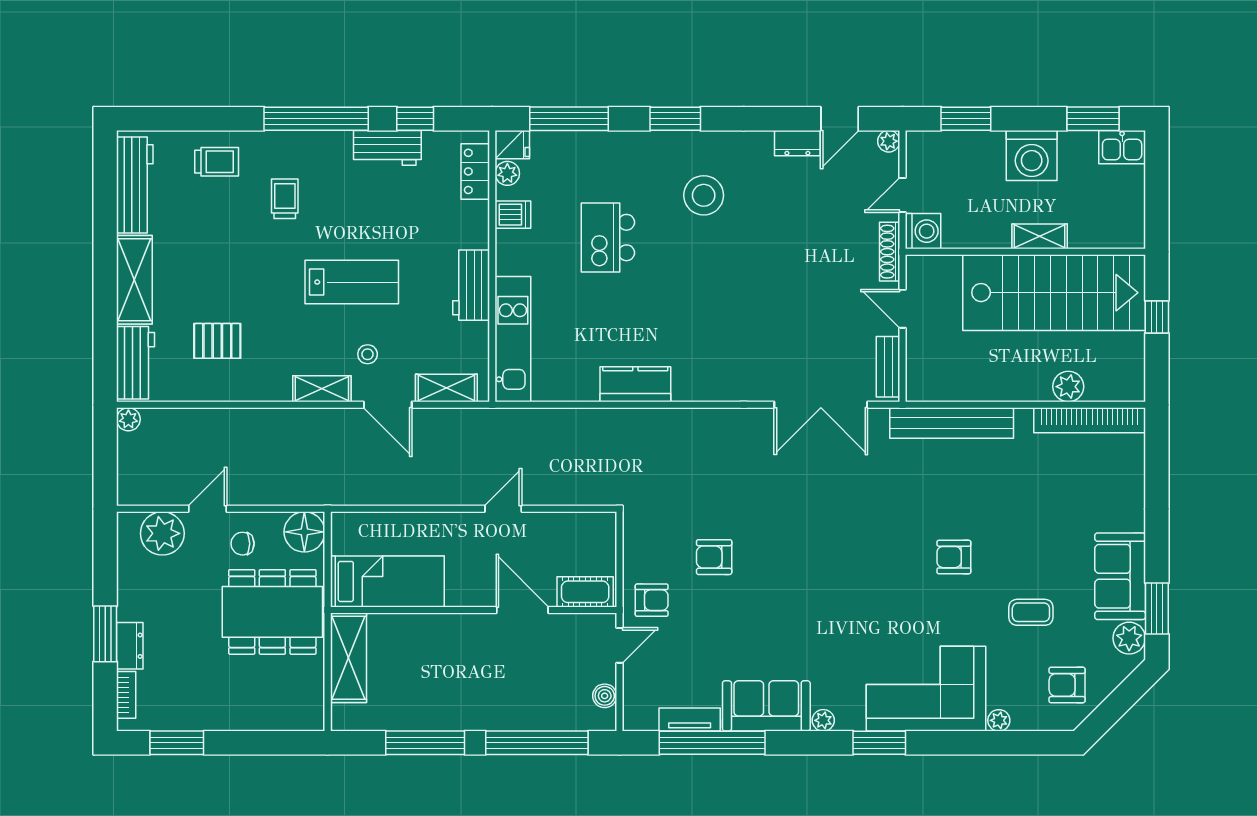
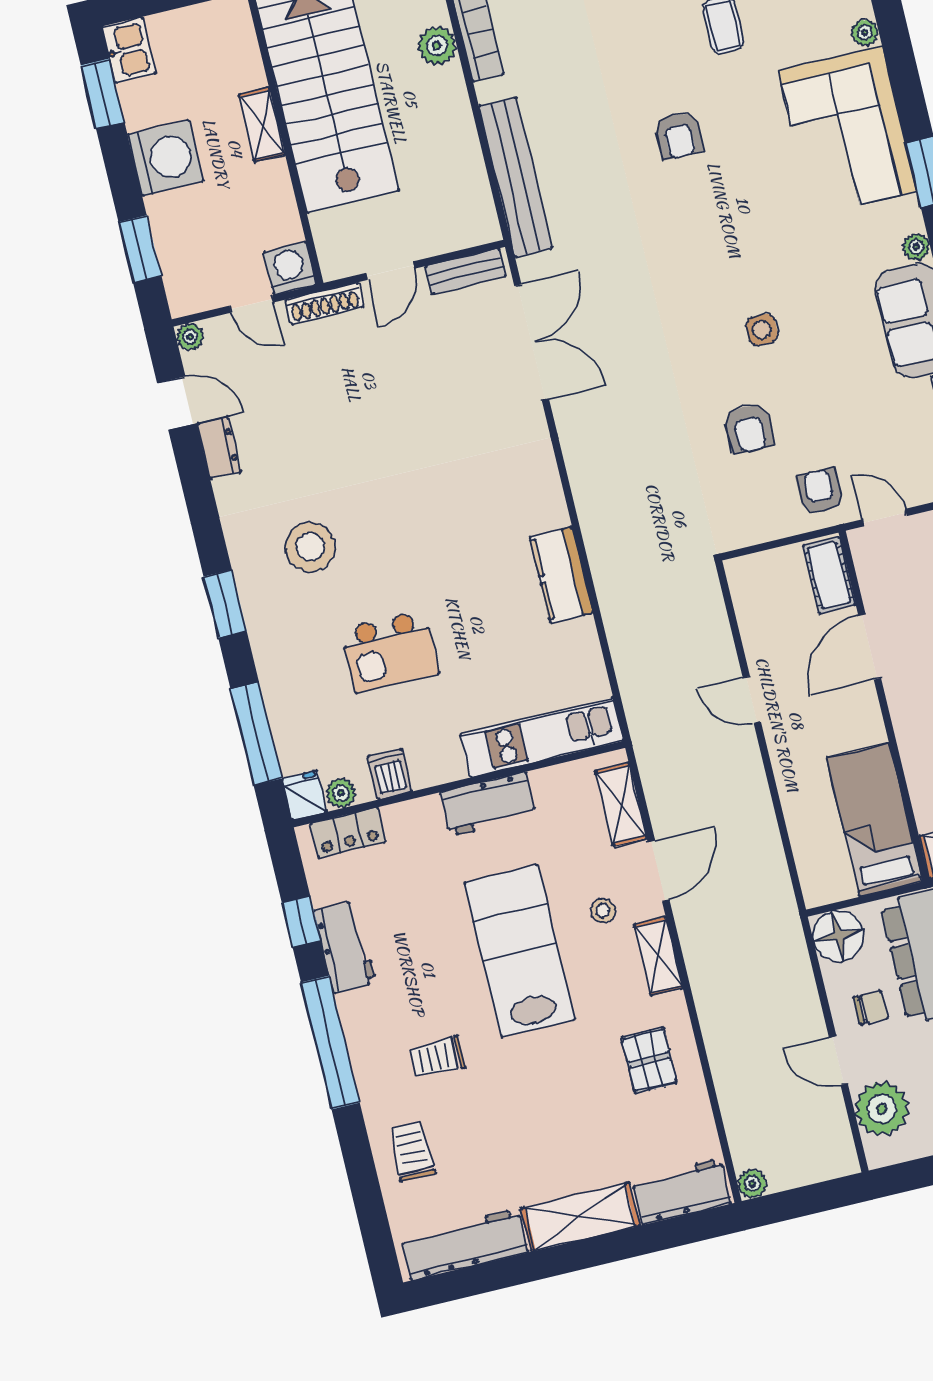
lab bench: (352, 282) -> (519, 951), width x1.36, depth x1.39
pallet: (217, 341) -> (649, 1060), moved
chair: (243, 544) -> (871, 1008), turned -90
side table: (788, 585) -> (762, 330), added

